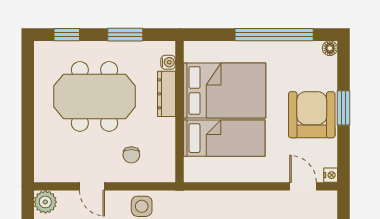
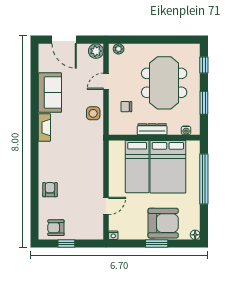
window: (274, 35) -> (204, 179), moved
dresser: (166, 94) -> (152, 129), moved
armchair: (312, 115) -> (163, 223), moved
plant: (42, 167) -> (119, 49), added
door: (303, 186) -> (106, 206), moved

